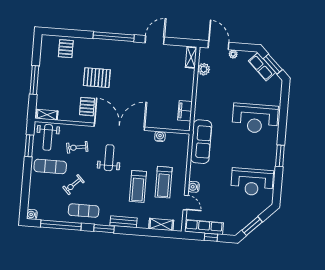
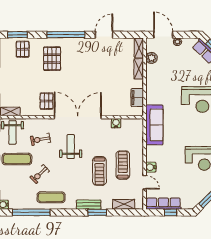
window: (61, 33) -> (17, 35), added
pallet: (97, 78) -> (52, 59), moved, turned 90
shelving: (189, 80) -> (139, 69), added
treadmill: (164, 182) -> (123, 165), turned 180
window: (104, 229) -> (97, 212), moved

